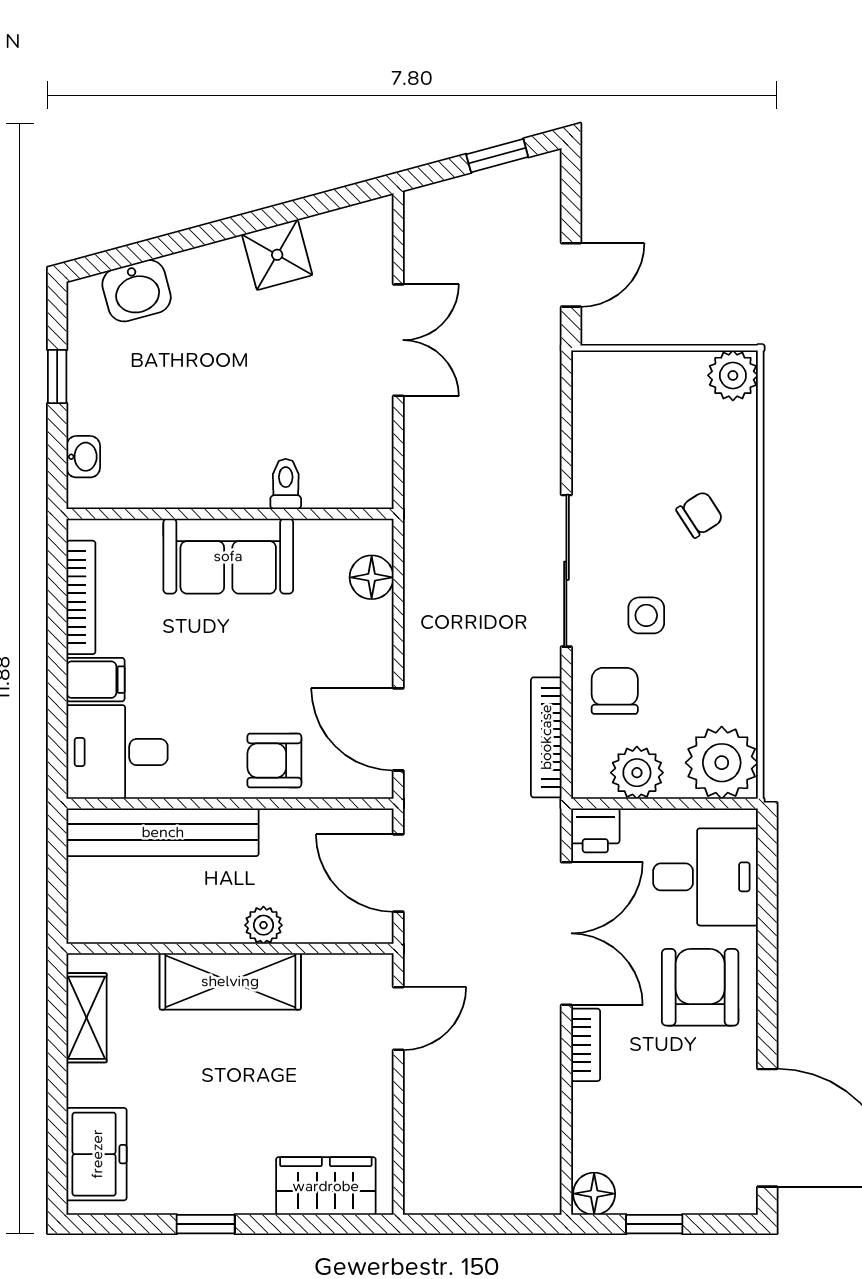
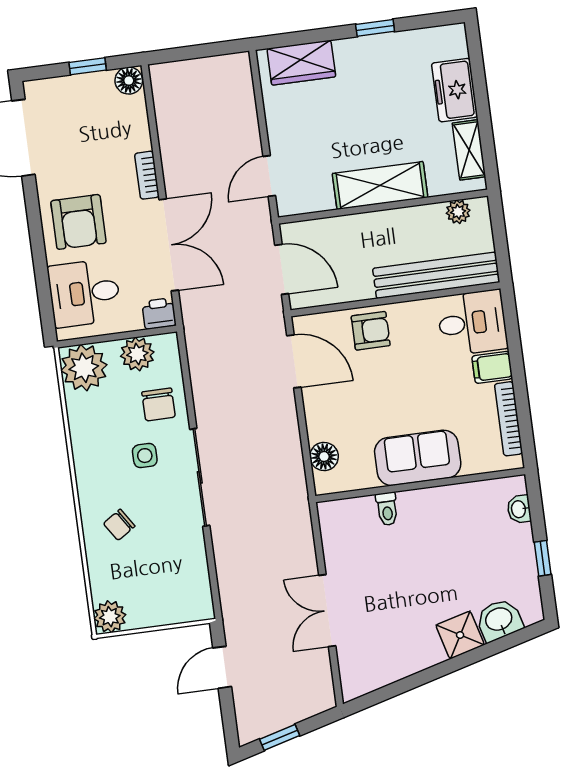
shower: (277, 255) -> (460, 635), moved
bookcase: (546, 737) -> (198, 369), removed
plant: (263, 925) -> (458, 212), moved
double door: (566, 933) -> (169, 245), swing flipped
freezer: (97, 1154) -> (455, 90), moved

